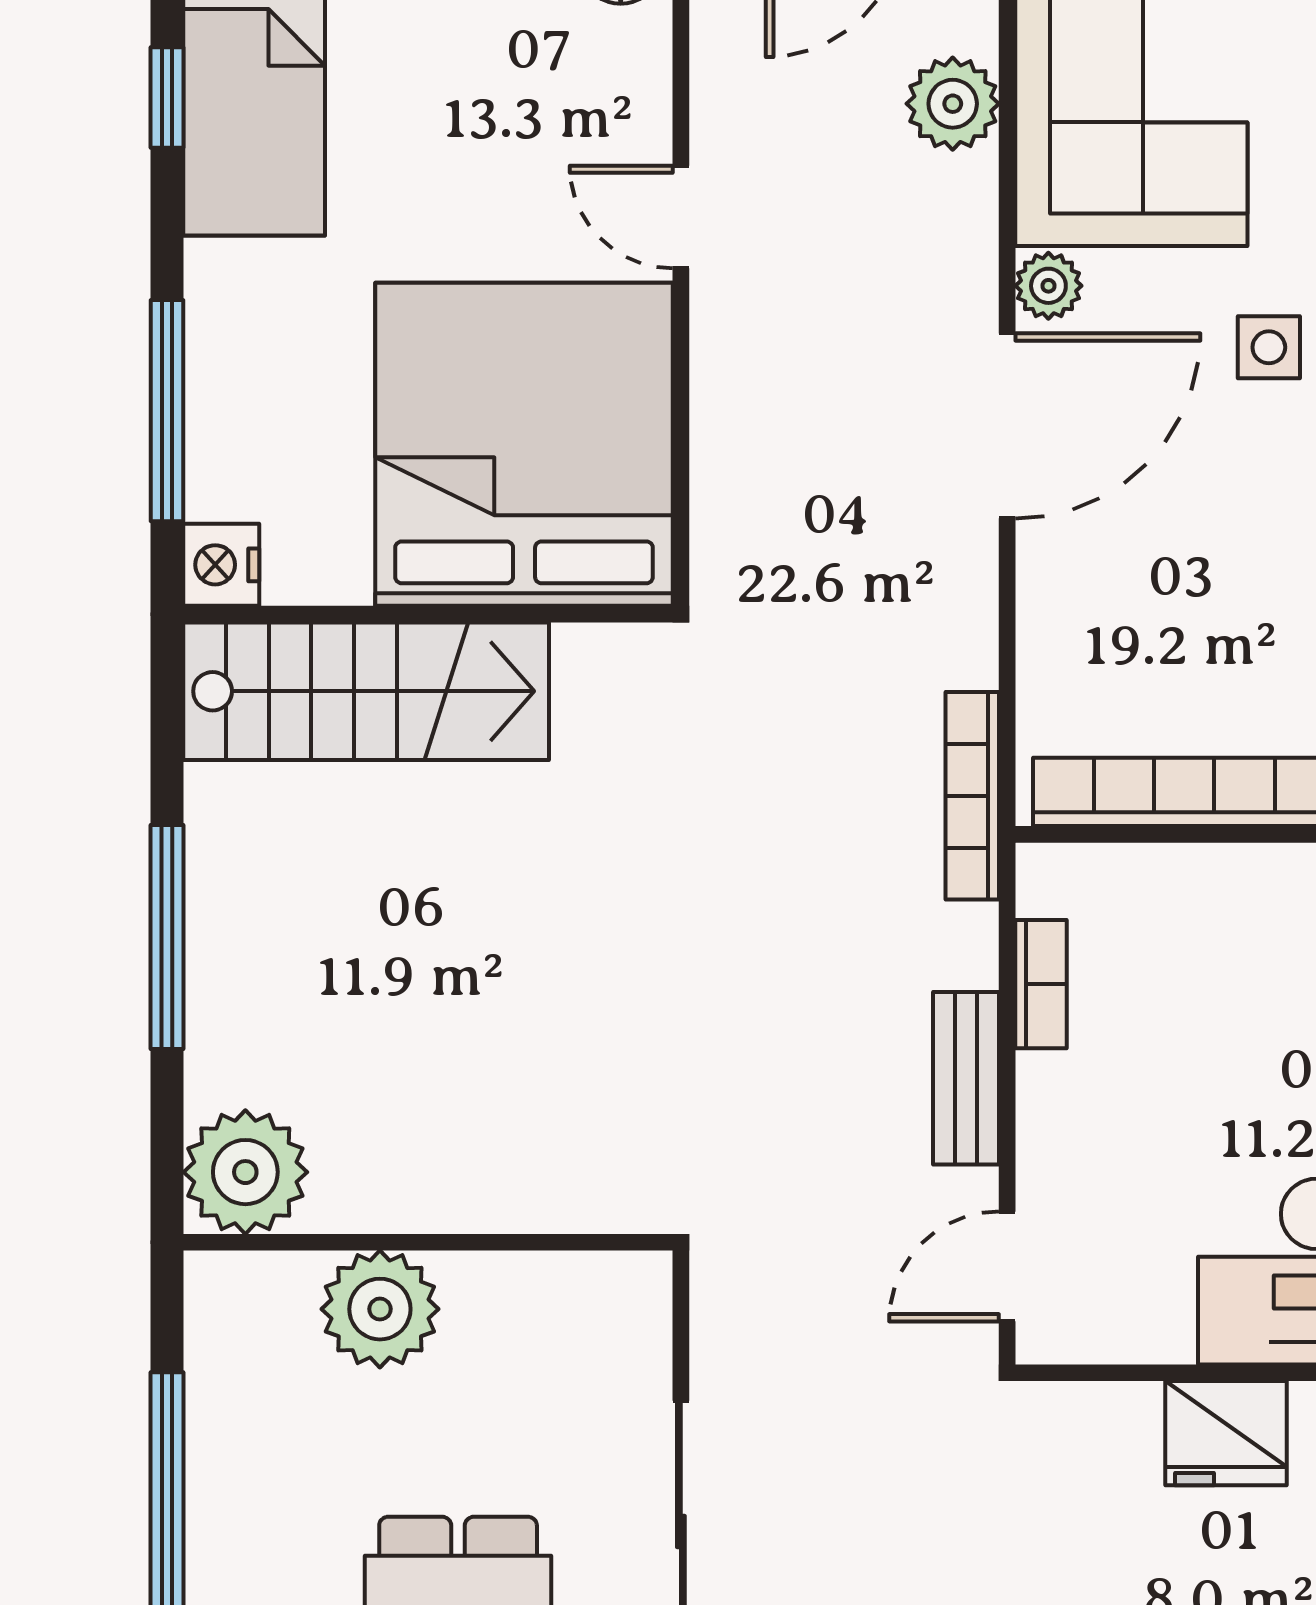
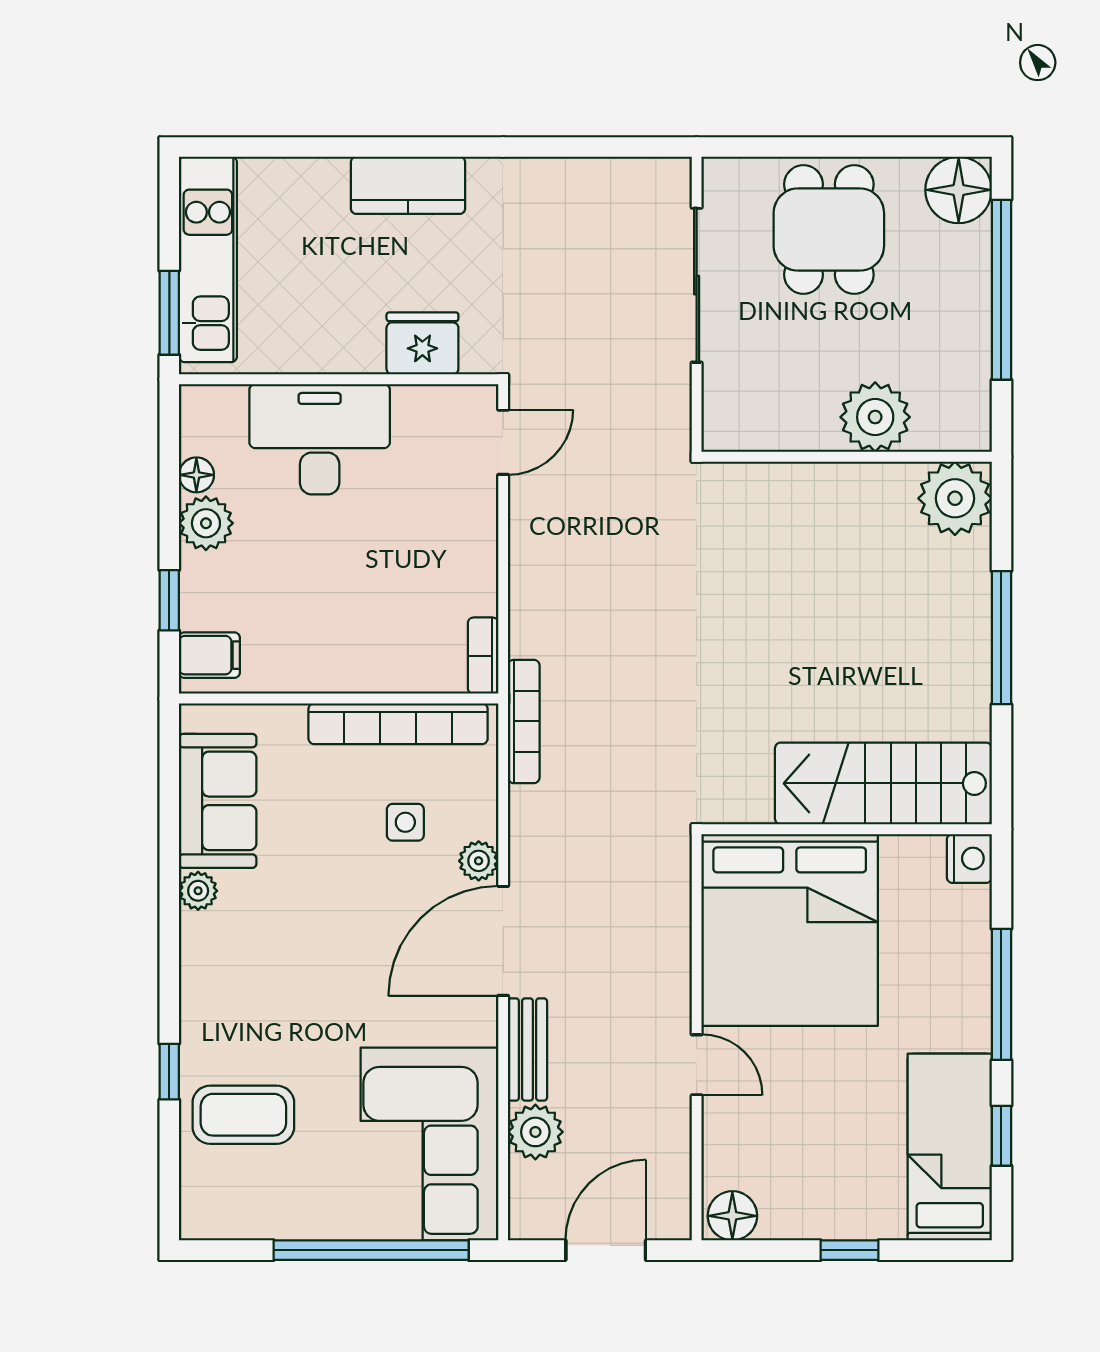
plant: (1048, 286) -> (479, 861), moved
side table: (1269, 347) -> (405, 822), moved
window: (167, 411) -> (1001, 994), moved
bookcase: (1041, 984) -> (483, 656), moved
bench: (966, 1078) -> (528, 1049), moved
fridge: (1226, 1433) -> (422, 343), moved

